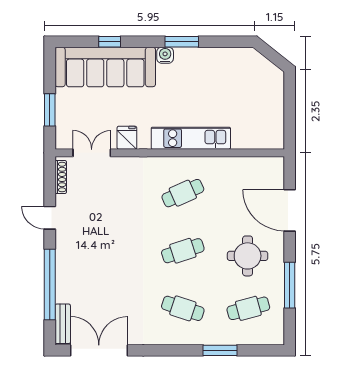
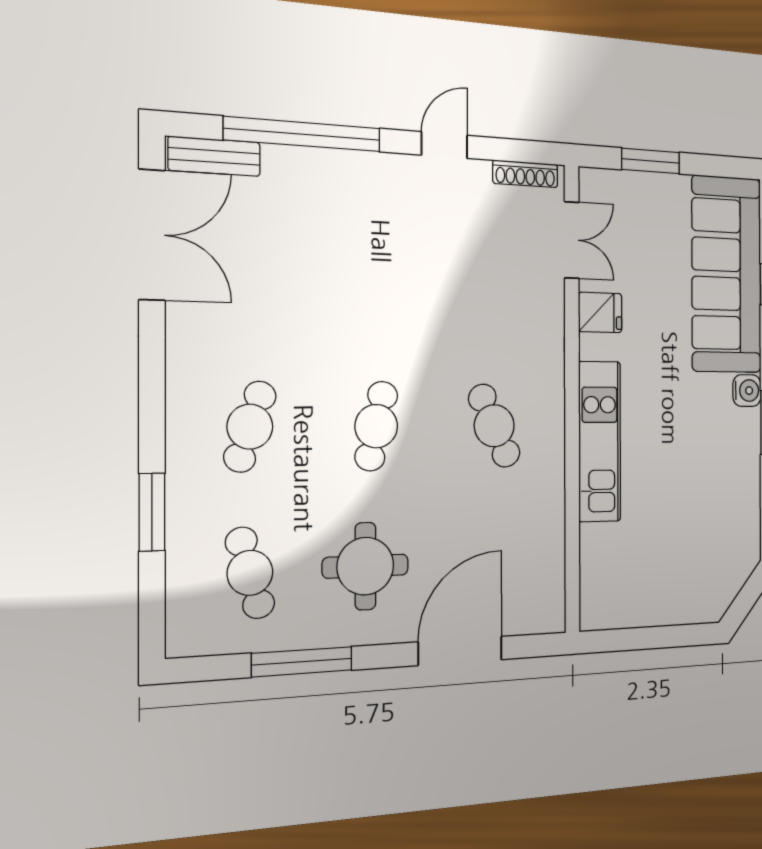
cafe table: (183, 251) -> (376, 426), turned 30

